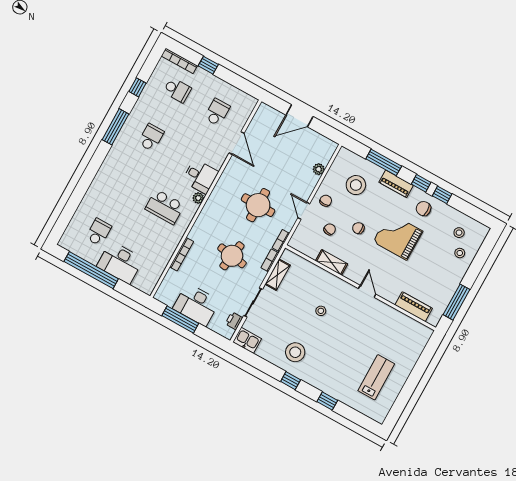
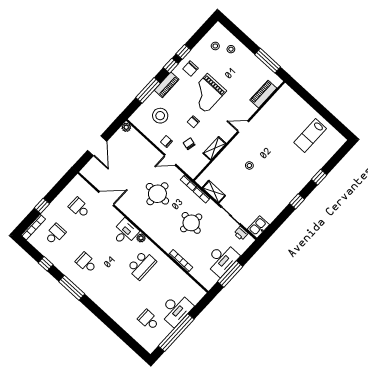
plant: (319, 169) -> (126, 127), moved
stool: (295, 352) -> (276, 193), removed
lab bench: (376, 377) -> (310, 136), turned -90

